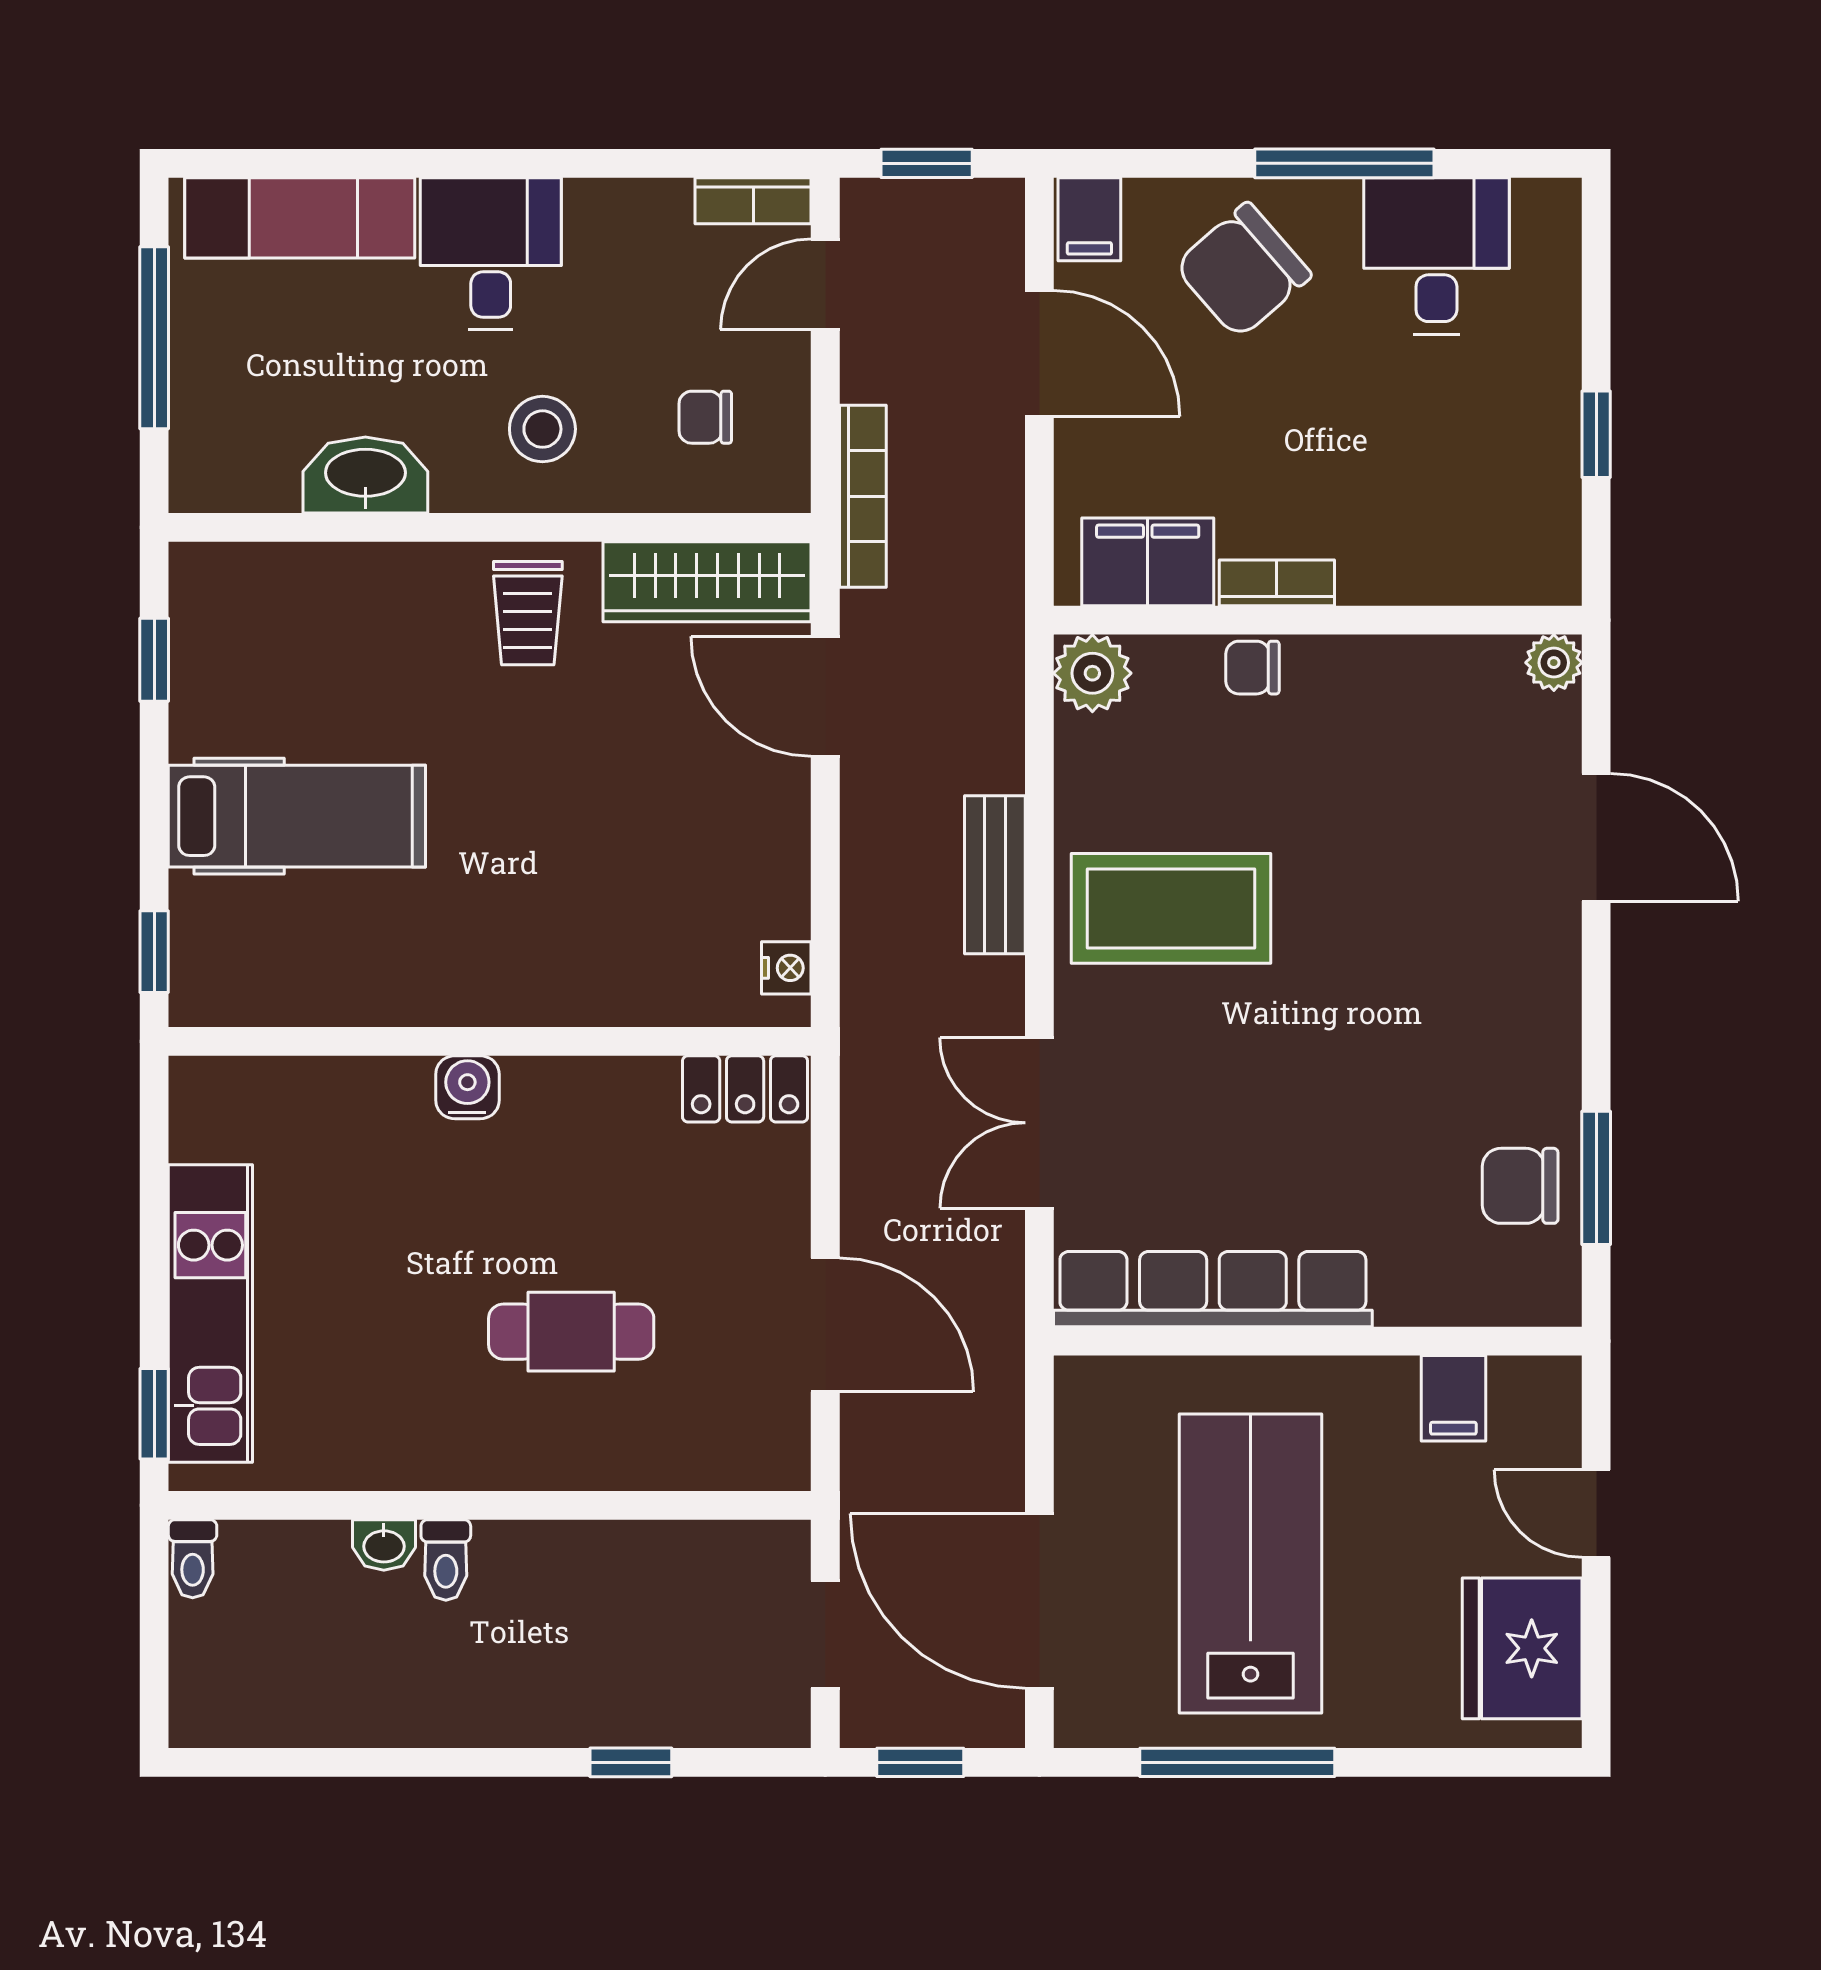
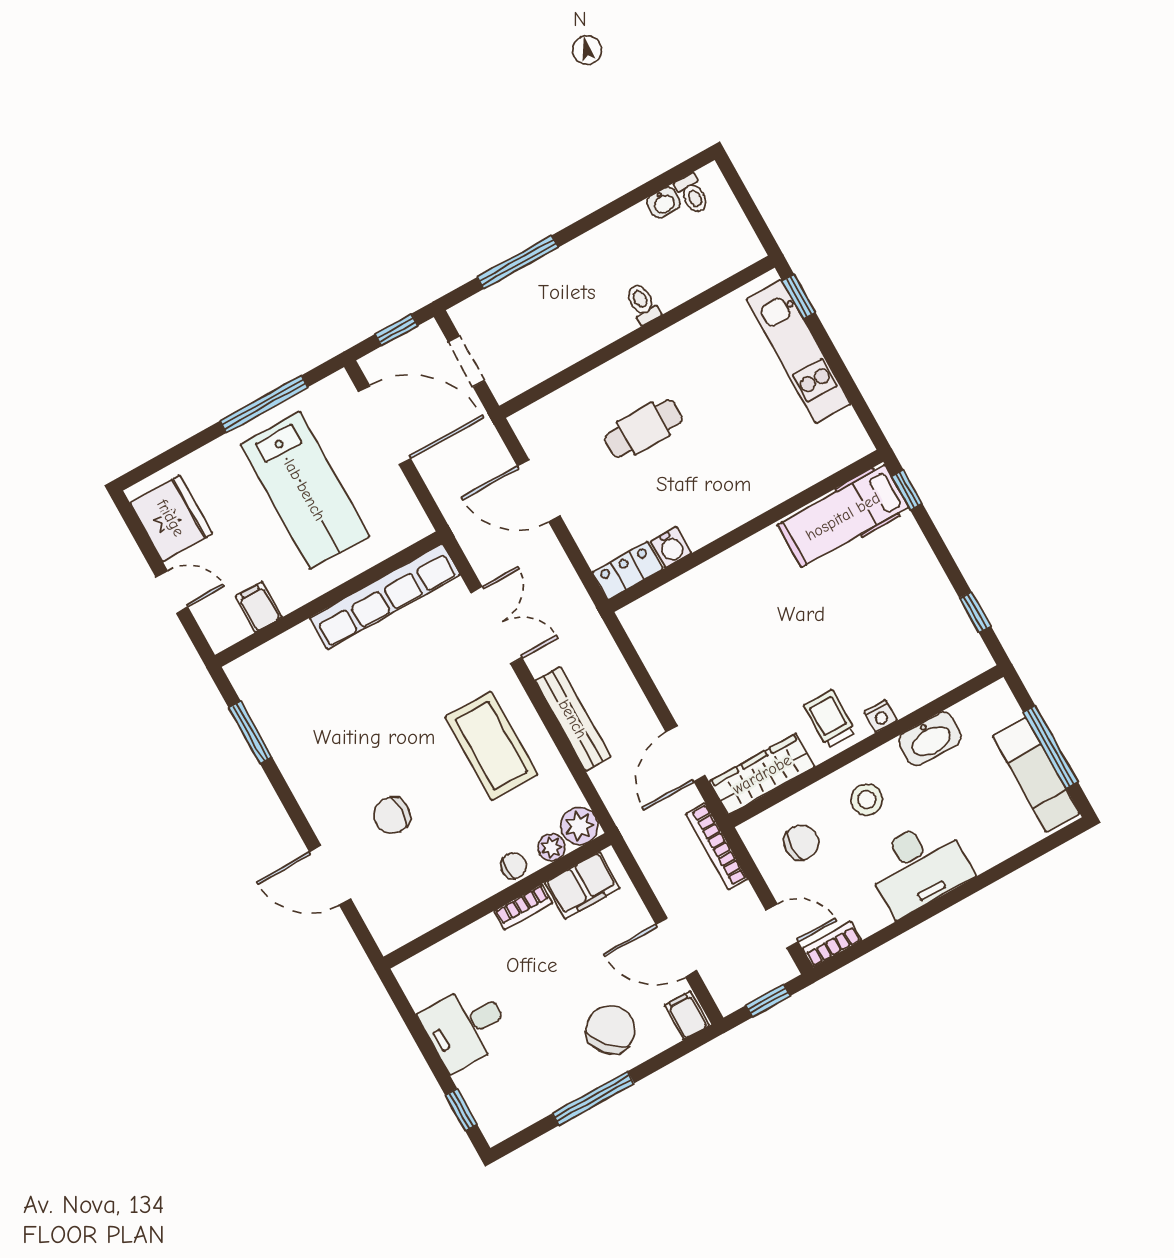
exam couch: (300, 218) -> (1036, 775), moved, turned -90
desk: (491, 254) -> (918, 867), width x1.37
desk: (1436, 256) -> (466, 1027), moved, turned 90
door: (825, 284) -> (782, 926), hinge flipped
chair: (705, 417) -> (801, 843), width x1.37, depth x1.37
window: (1596, 434) -> (461, 1110), moved
plant: (1554, 663) -> (551, 847), moved
door: (825, 696) -> (686, 754), swing flipped
hospital bed: (297, 816) -> (843, 516), moved
bench: (995, 875) -> (573, 719), width x1.36
coffee table: (1171, 908) -> (491, 746), turned 90
nightstand: (786, 968) -> (881, 716), moved, turned -90
water cooler: (467, 1087) -> (671, 547), moved
chair: (1520, 1186) -> (392, 815), moved, turned 180
washbasin: (384, 1545) -> (664, 202), moved, turned 180
toilet: (193, 1559) -> (692, 194), moved, turned 180
window: (631, 1762) -> (518, 262), width x2.17

